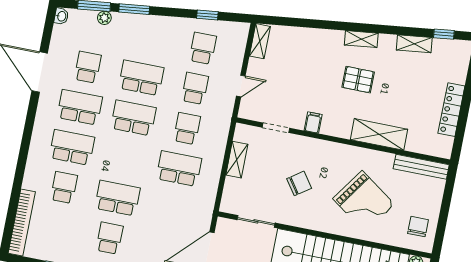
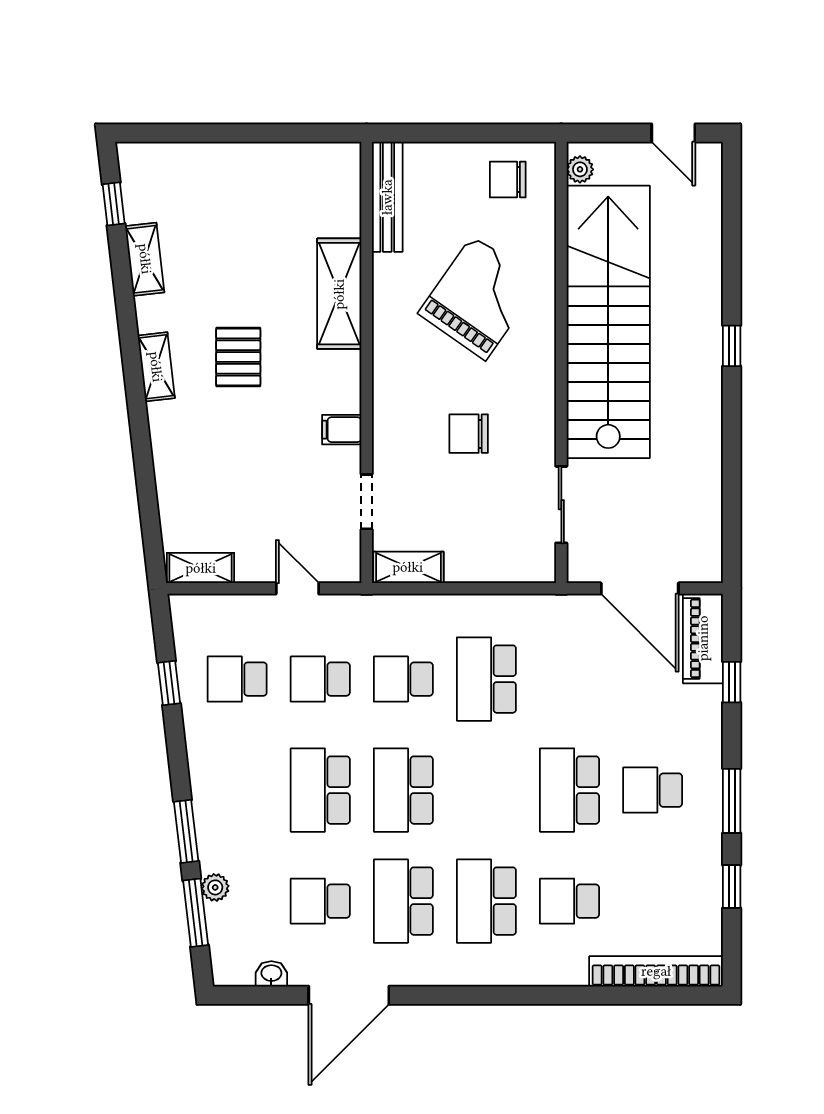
washbasin: (61, 16) -> (271, 974), moved
locker: (451, 110) -> (261, 159), removed
shelving: (237, 160) -> (408, 567), moved
chair: (299, 183) -> (469, 434), turned -55

